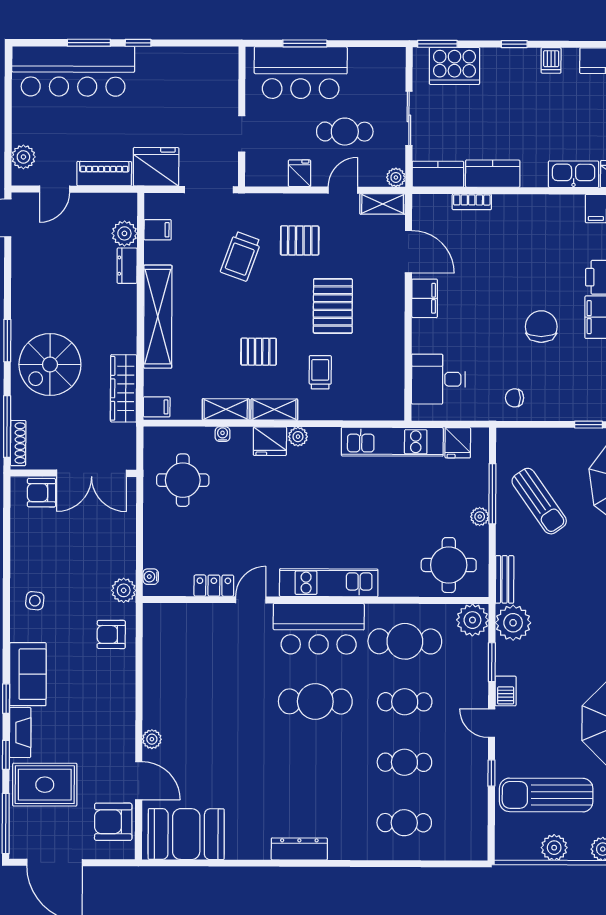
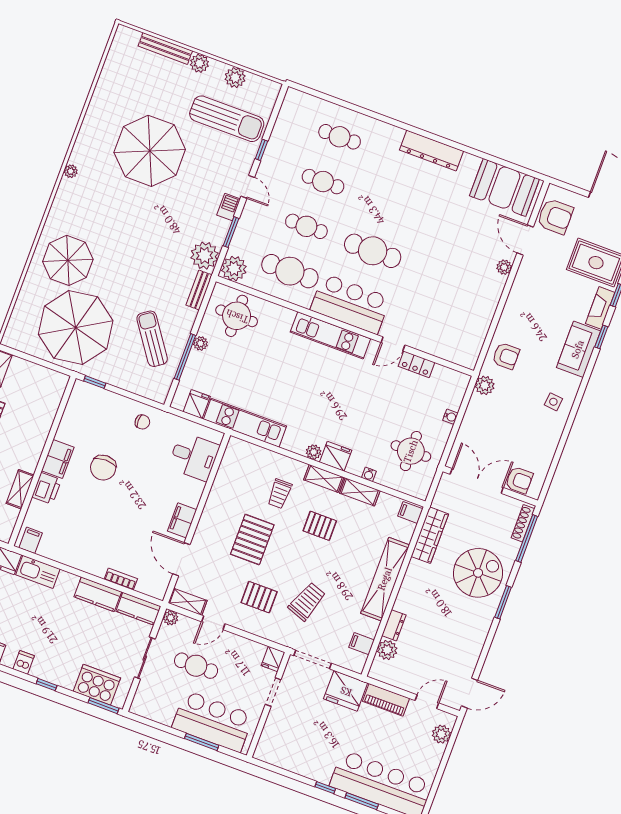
fridge: (300, 173) -> (273, 659), moved
water cooler: (151, 577) -> (450, 417), moved
dresser: (299, 849) -> (431, 151), width x1.37, depth x1.24

